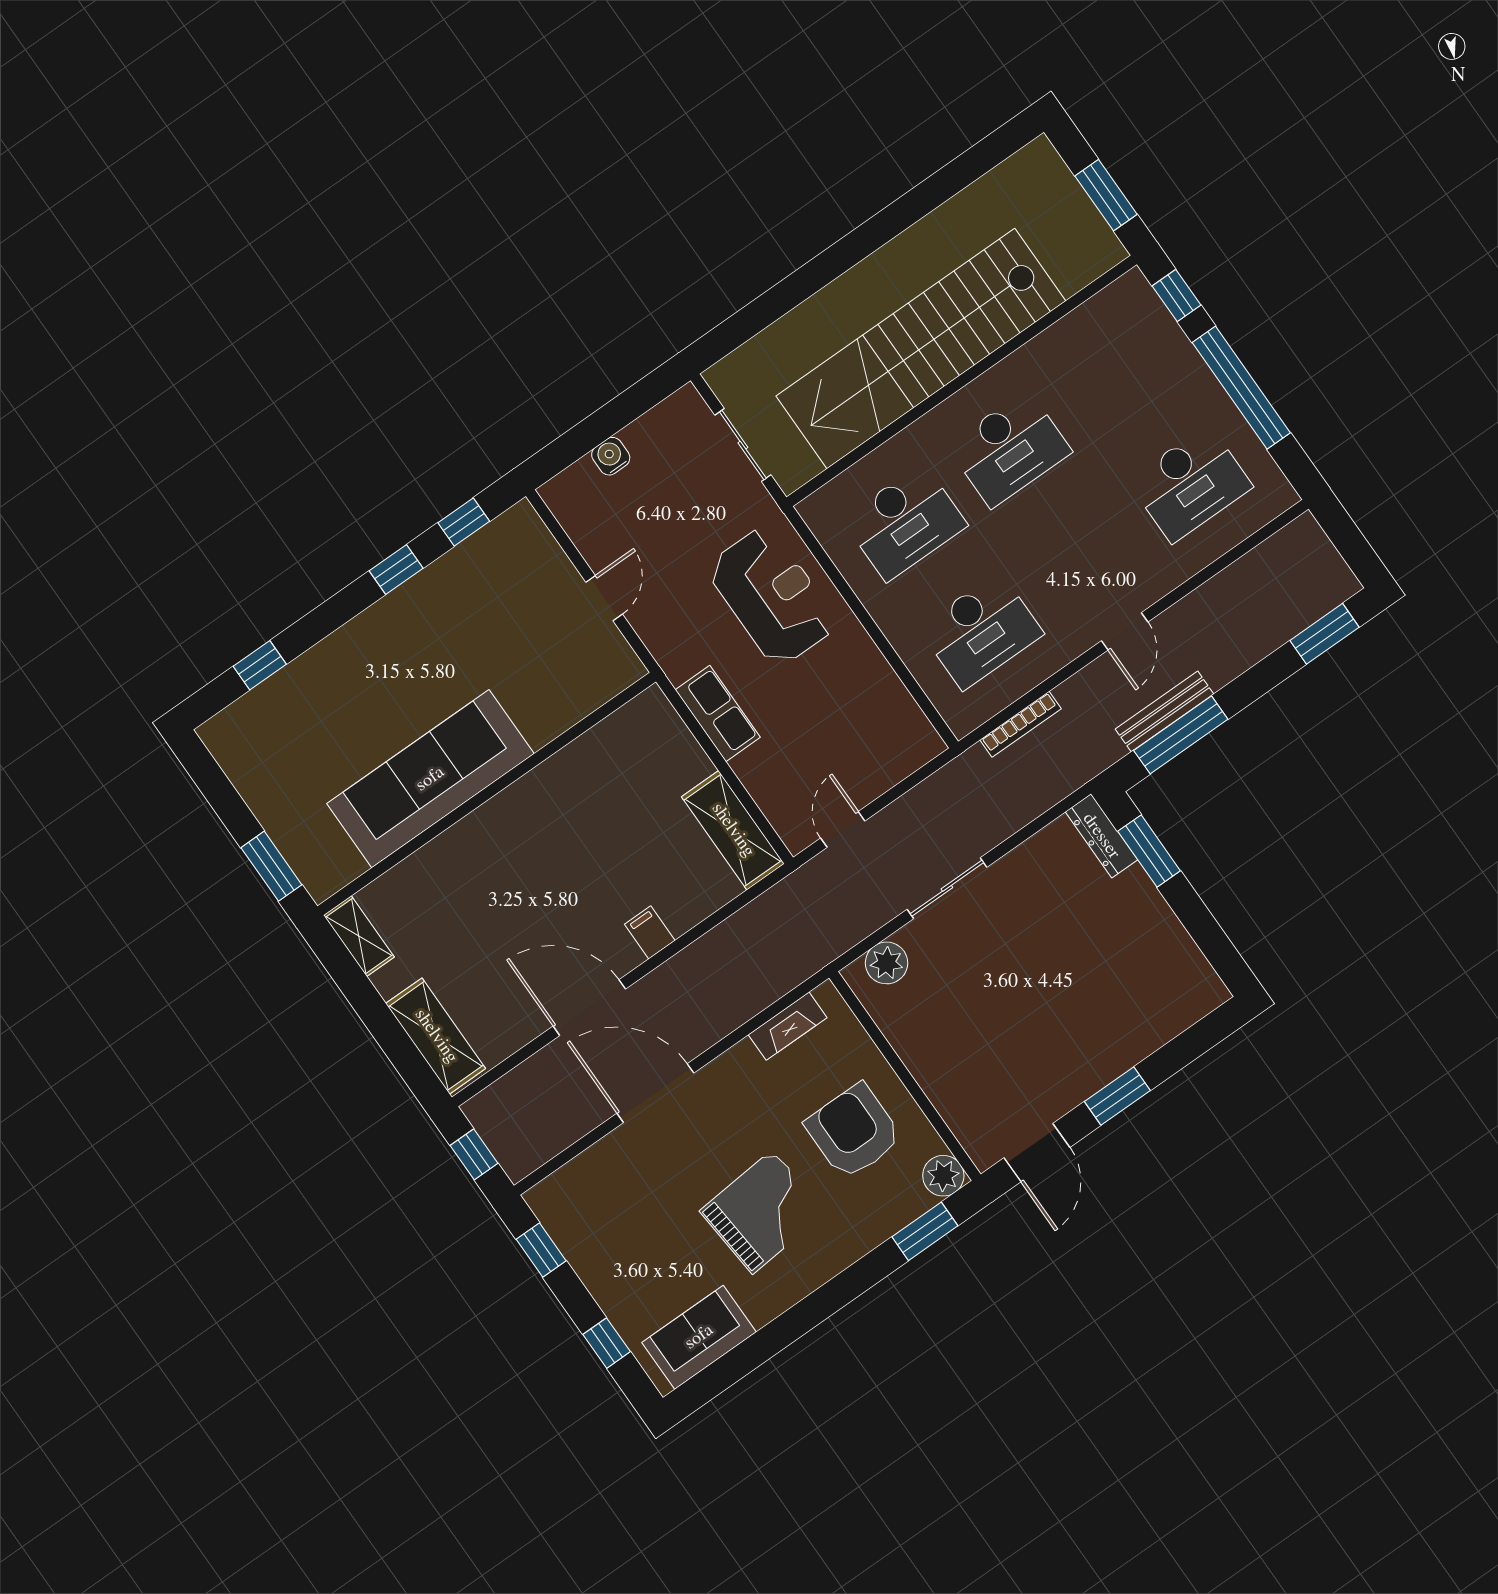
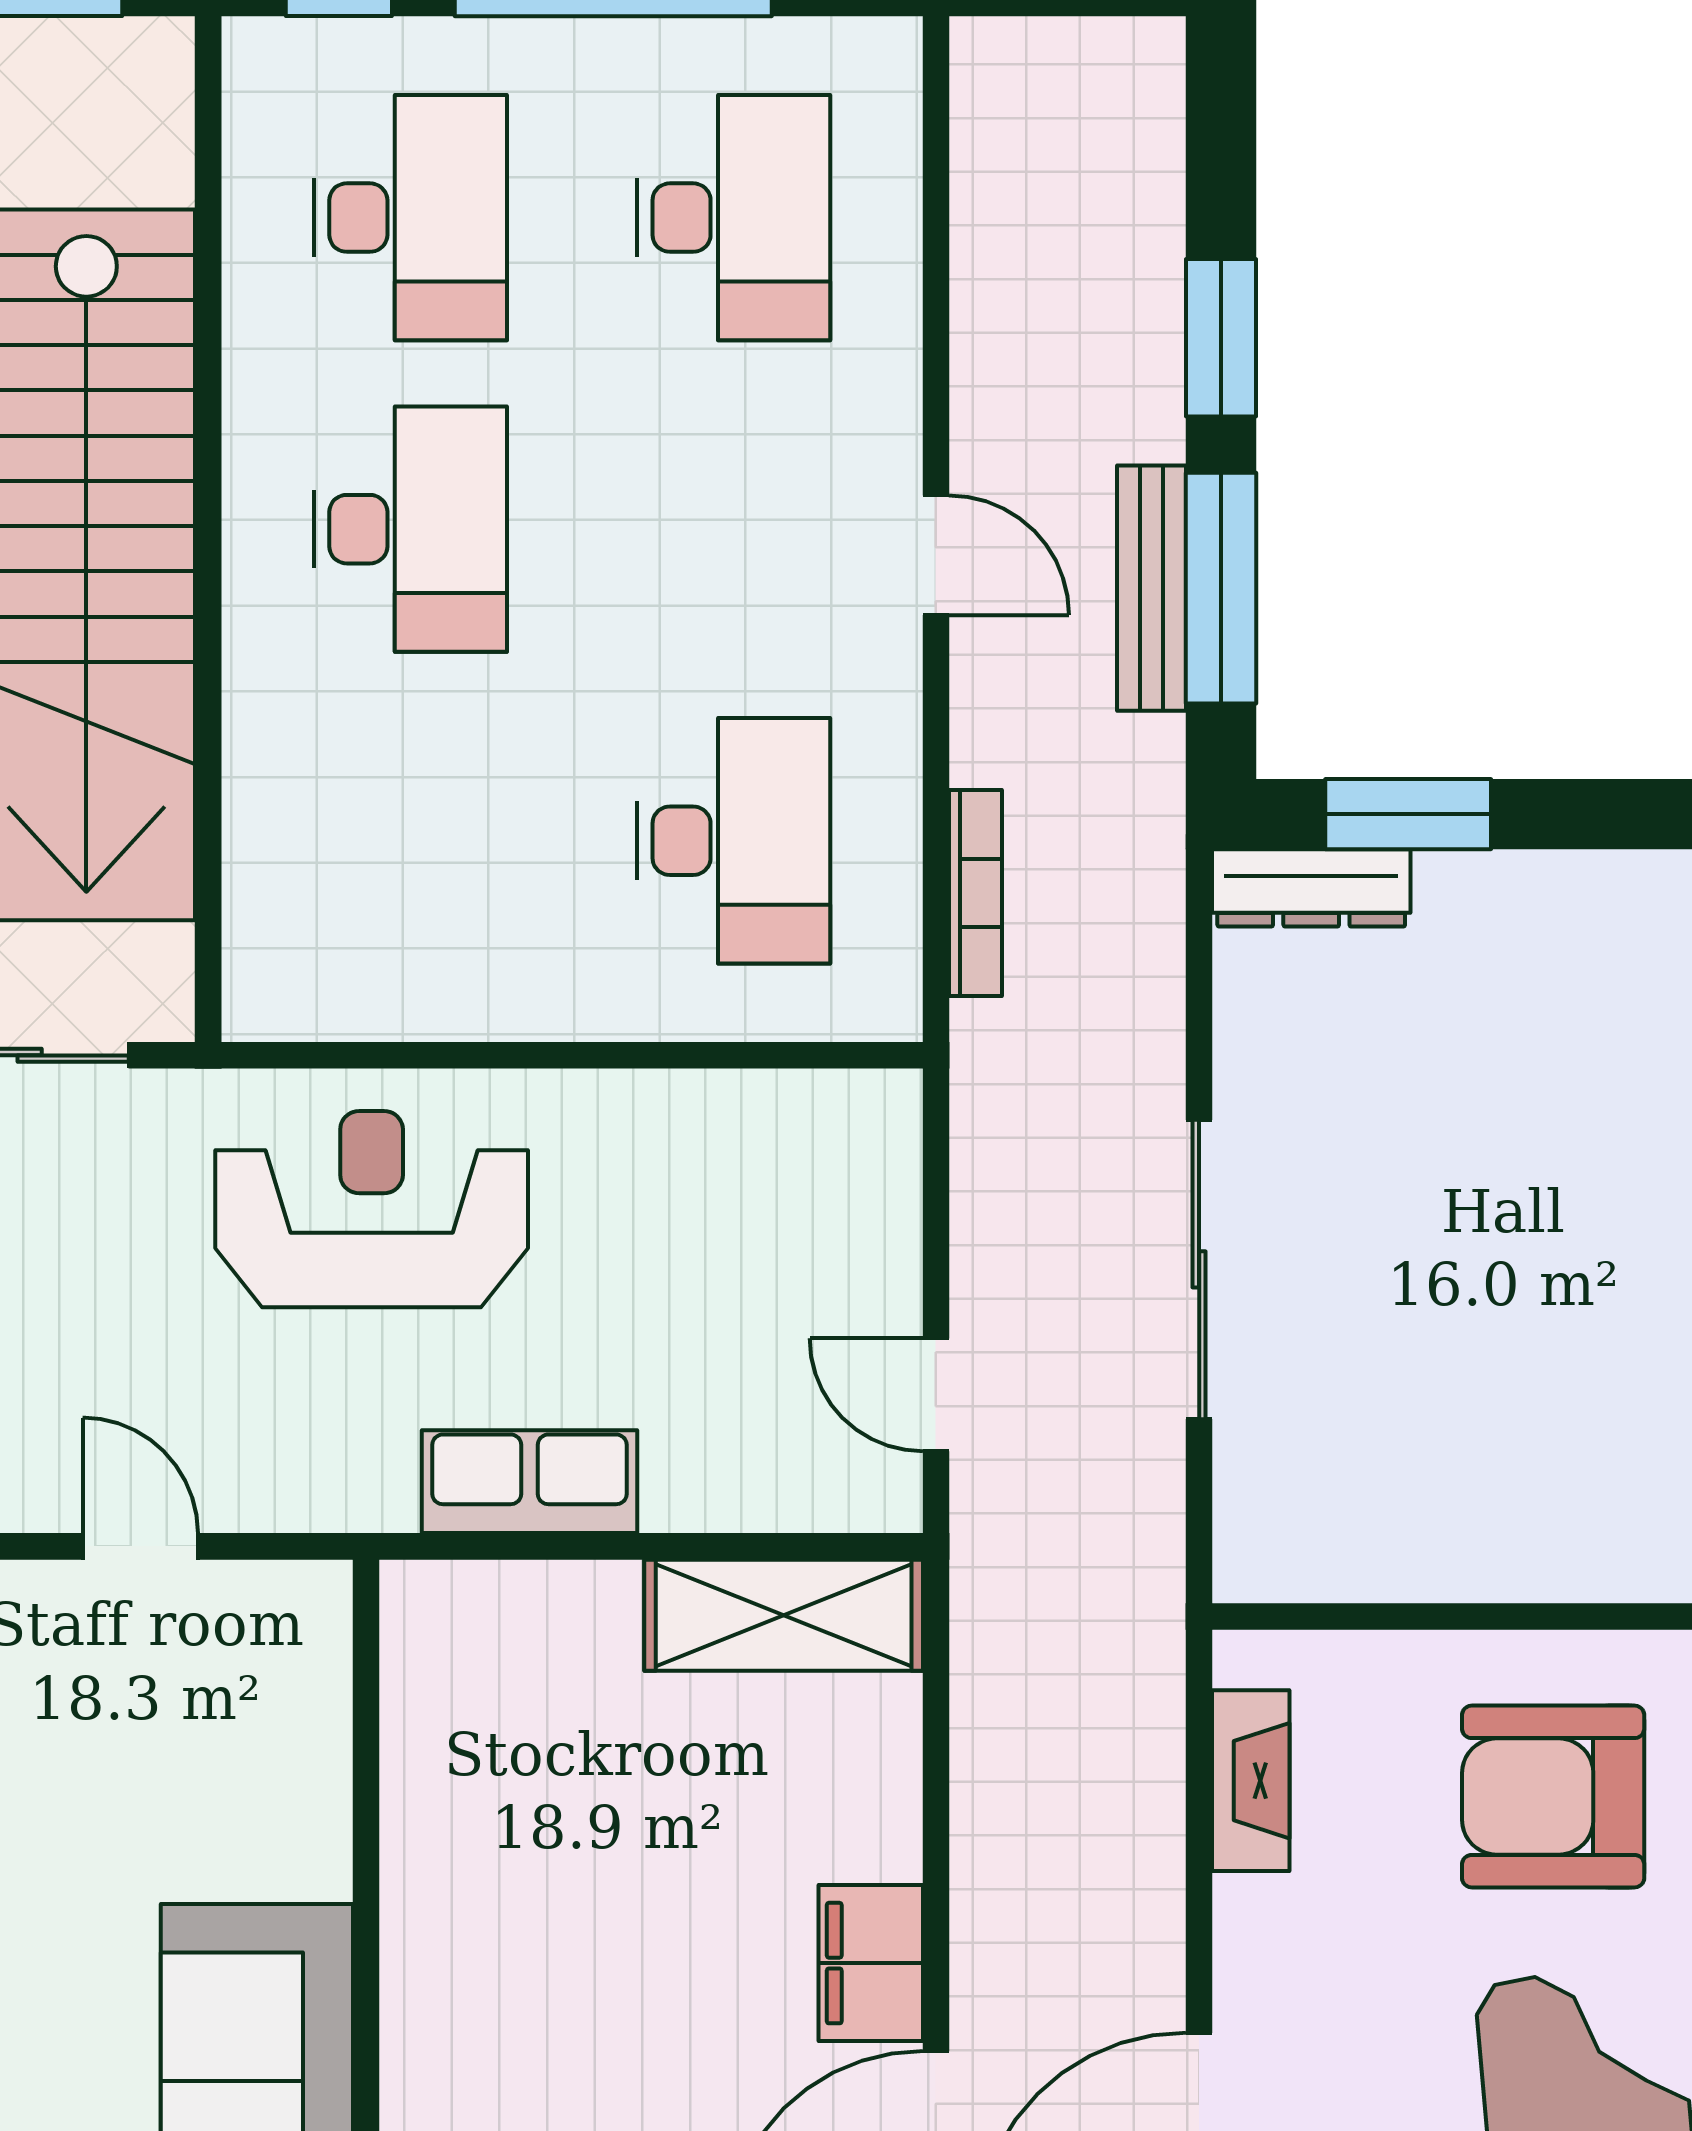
desk: (905, 522) -> (410, 218), moved
window: (1324, 634) -> (1221, 338), moved
sliding door: (947, 888) -> (1199, 1269), width x1.37
filing cabinet: (650, 932) -> (871, 1963), width x2.00
plant: (887, 963) -> (1263, 1495), removed

